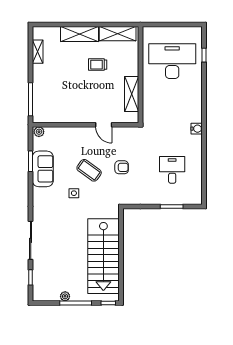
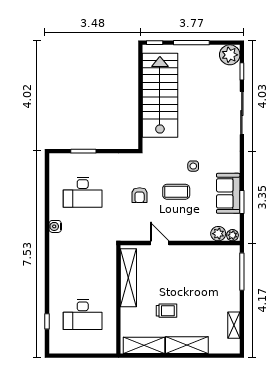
desk: (172, 61) -> (83, 314), width x0.73, depth x0.77
shelving: (132, 94) -> (128, 278), width x1.47
water cooler: (197, 129) -> (55, 226), moved
plant: (52, 133) -> (218, 234), added
armchair: (122, 167) -> (140, 195), turned -90
coffee table: (89, 170) -> (176, 192), turned -36
desk: (172, 170) -> (83, 192), width x1.37
plant: (65, 296) -> (230, 55), moved, width x1.88, depth x1.88

